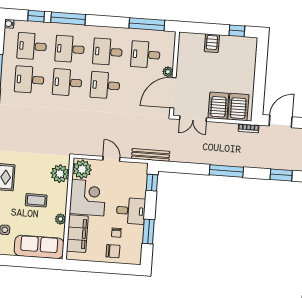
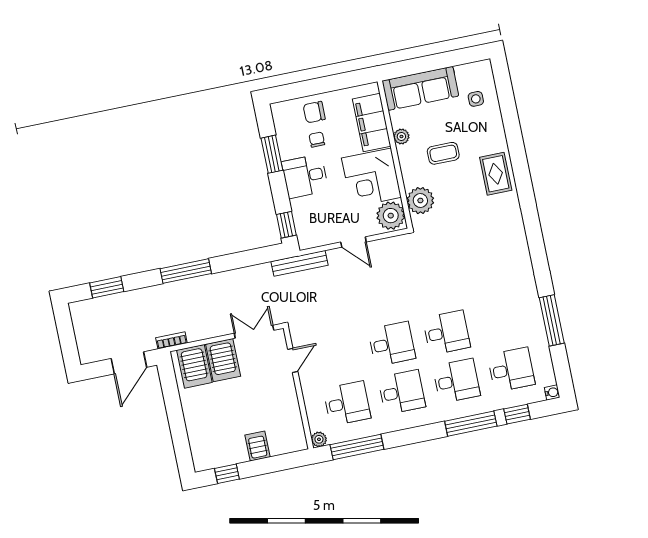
plant: (168, 72) -> (319, 439), moved
desk: (29, 80) -> (501, 321), removed
door: (173, 93) -> (293, 360), width x0.53

